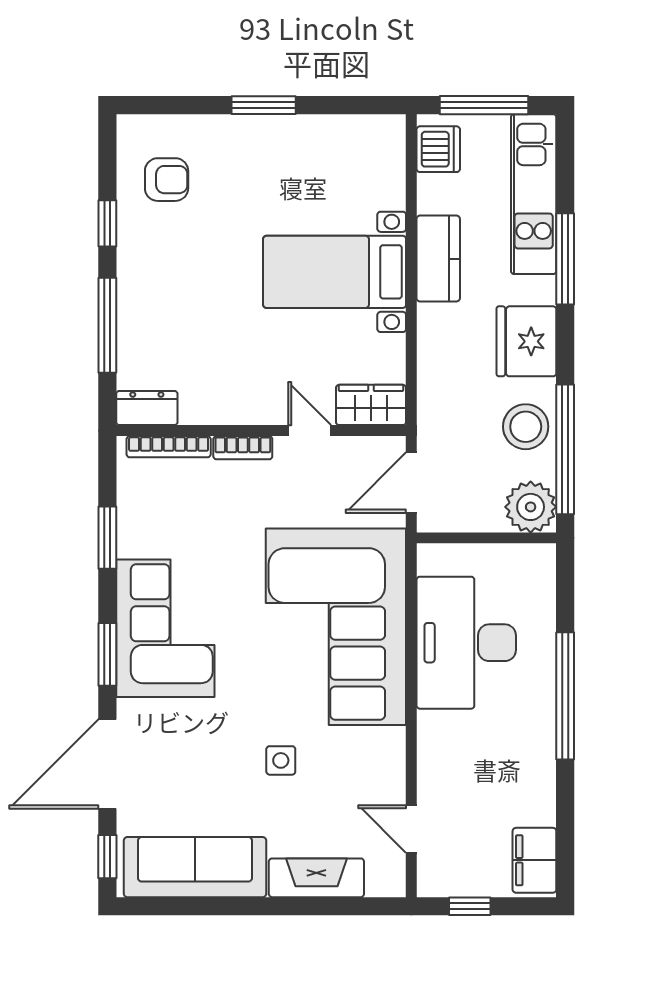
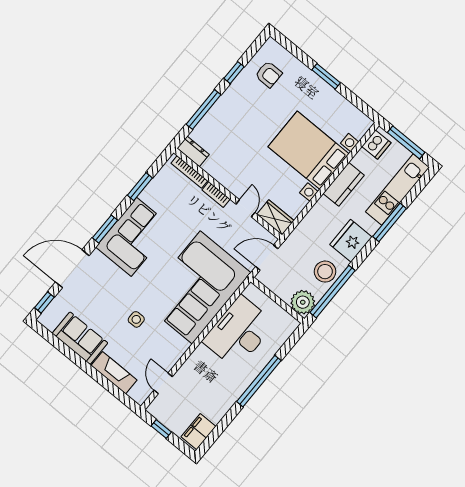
bed with nightstands: (335, 272) -> (309, 150), width x1.36
sofa: (195, 867) -> (80, 338), width x0.73

